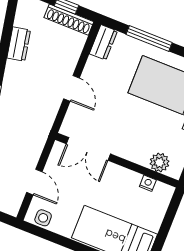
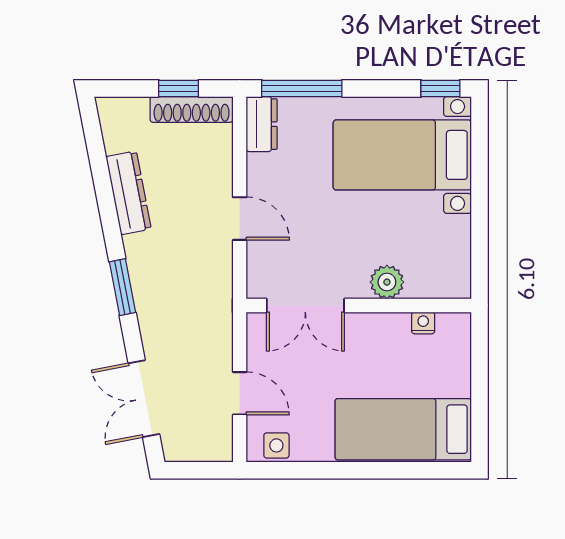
window: (149, 38) -> (302, 88), moved
dresser: (19, 44) -> (129, 193), width x1.44
plant: (159, 163) -> (387, 282), moved

